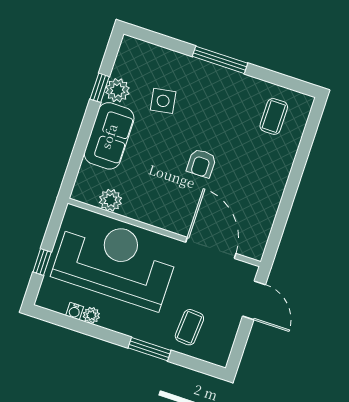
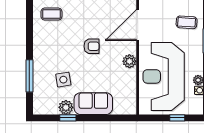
window: (220, 60) -> (29, 76), moved
plant: (110, 200) -> (129, 61), moved

